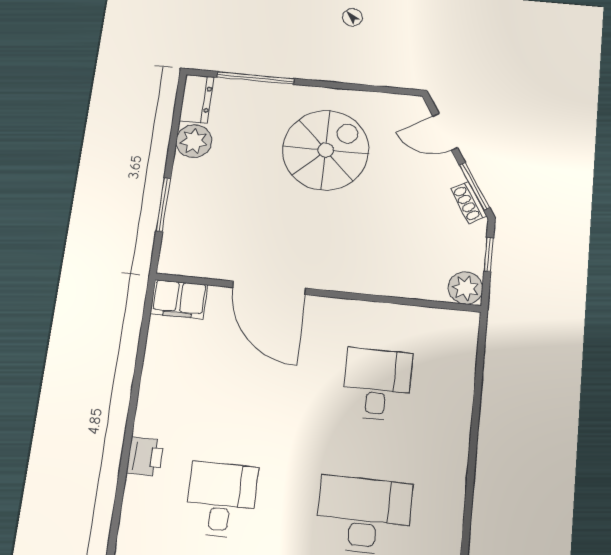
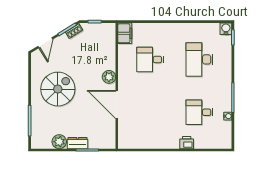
dresser: (197, 99) -> (78, 143), moved
spiral stairs: (326, 150) -> (58, 89), turned 90
door: (269, 288) -> (117, 104), swing flipped
plant: (466, 288) -> (109, 77), moved
filing cabinet: (179, 299) -> (125, 33), moved

